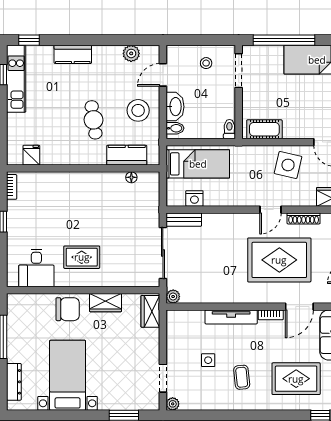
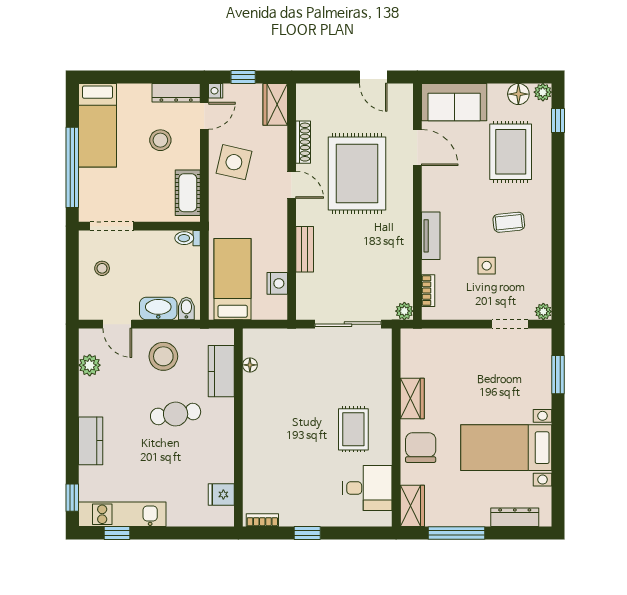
stool: (305, 108) -> (160, 140), added
bench: (184, 220) -> (305, 249), moved
wardrobe: (150, 311) -> (412, 506), moved, turned -90
bookcase: (271, 315) -> (428, 291), moved
tv unit: (231, 317) -> (431, 236), width x0.71

